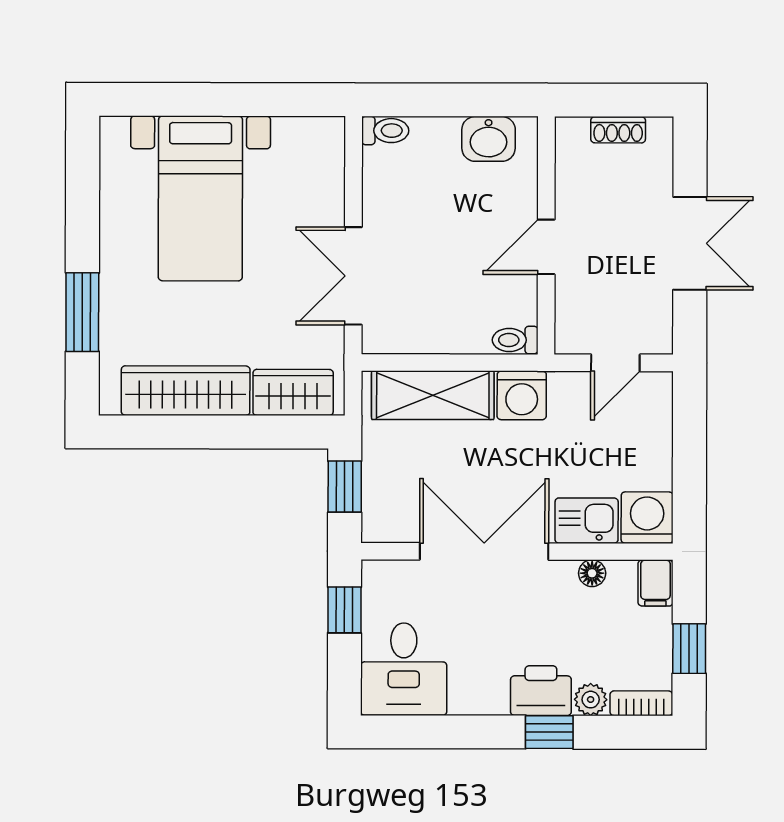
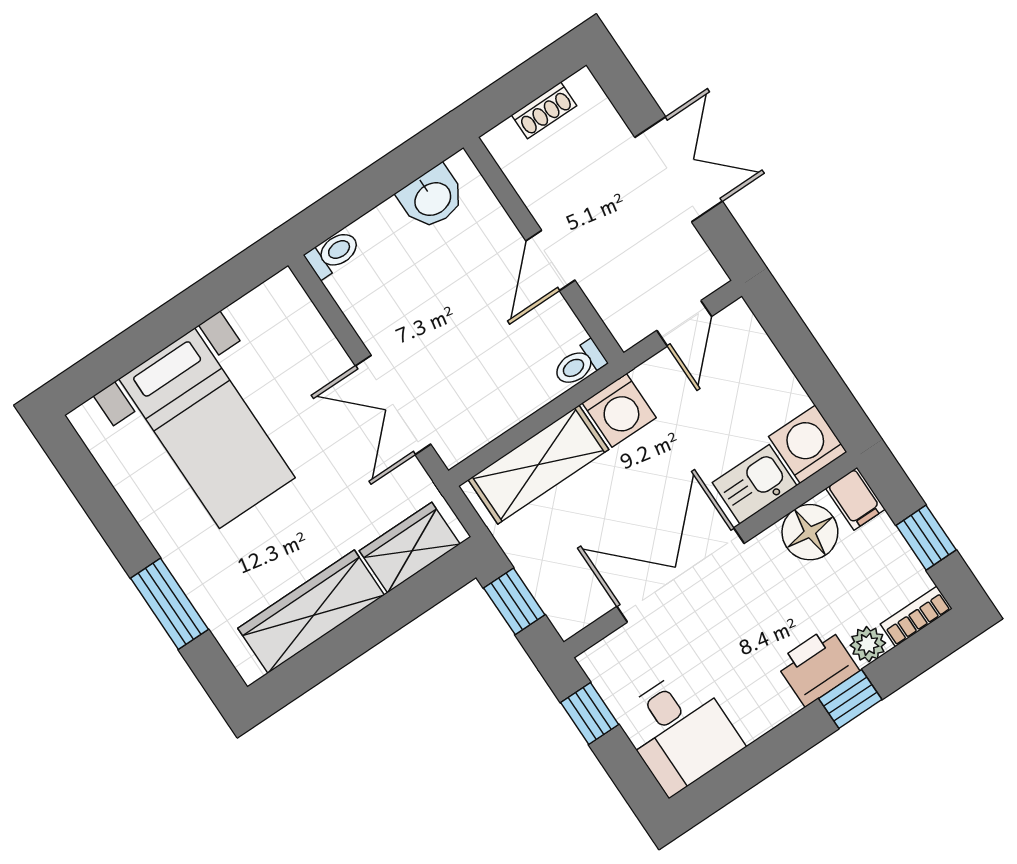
floor lamp: (592, 573) -> (810, 532), width x1.89, depth x1.89

